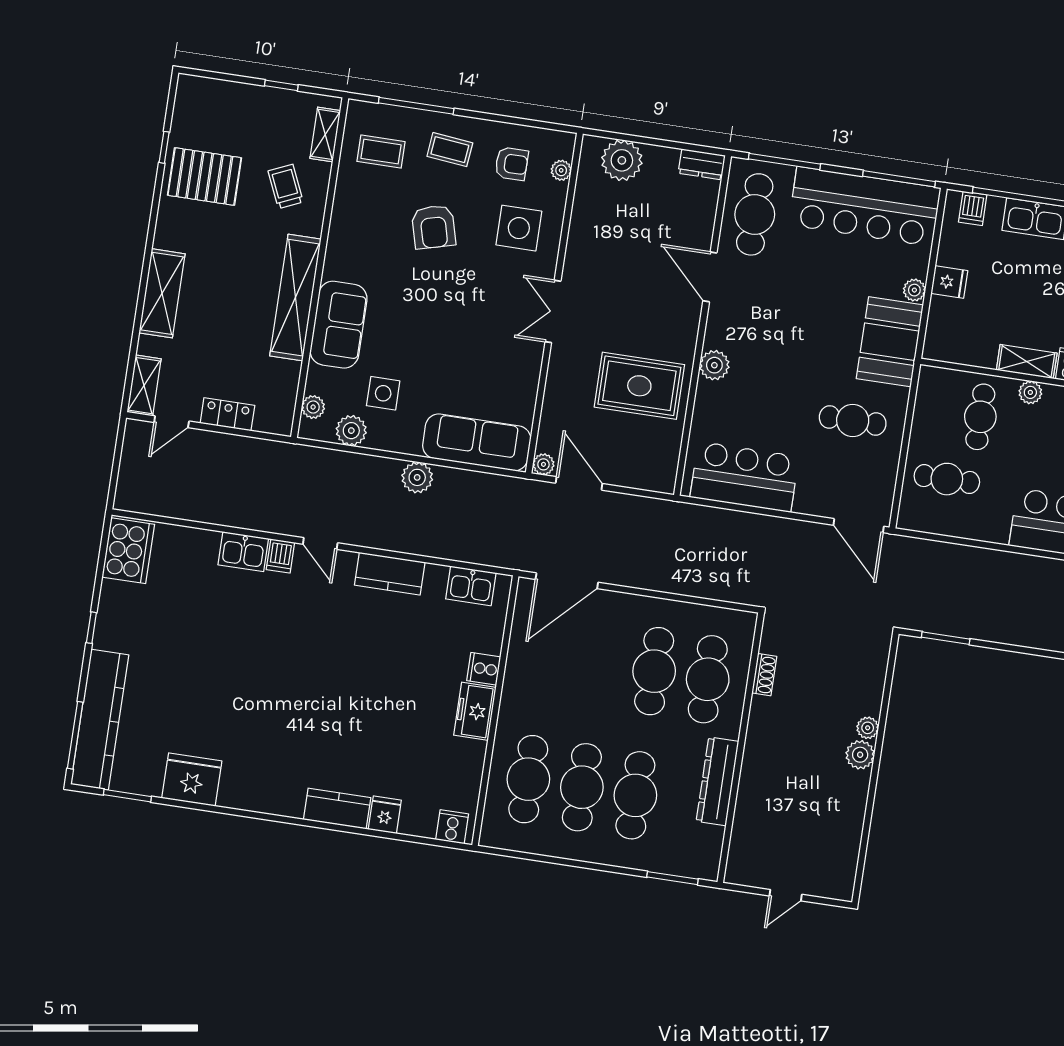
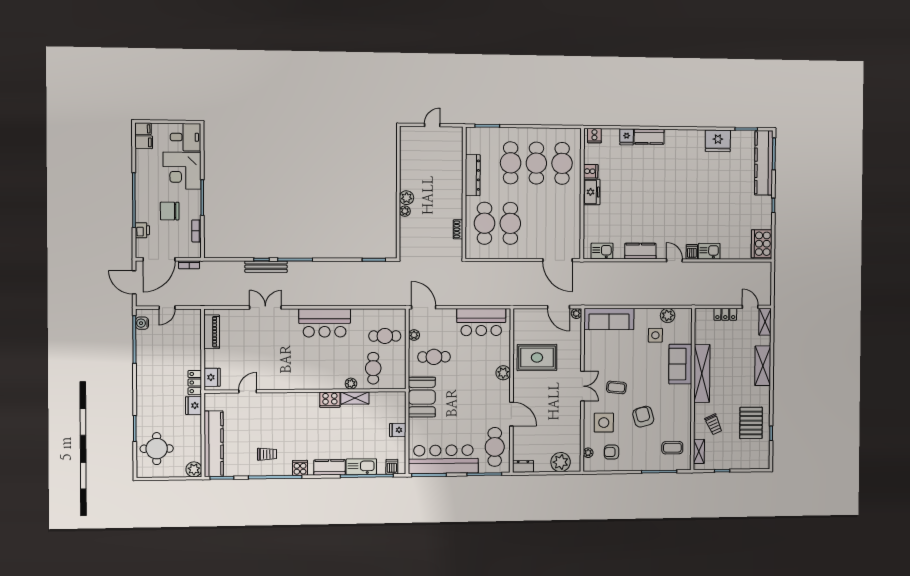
coffee table: (450, 150) -> (616, 387), moved
pallet: (204, 177) -> (751, 423), turned 90
plant: (914, 290) -> (414, 335), moved
plant: (313, 407) -> (687, 324), removed
door: (172, 422) -> (750, 307), hinge flipped
plant: (417, 477) -> (634, 298), removed
door: (567, 581) -> (558, 260), swing flipped
cooker: (484, 669) -> (591, 171), moved

